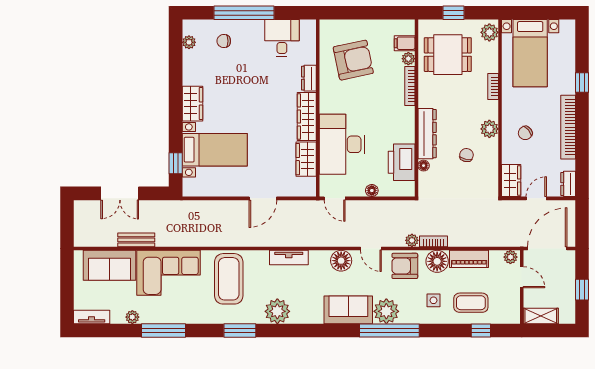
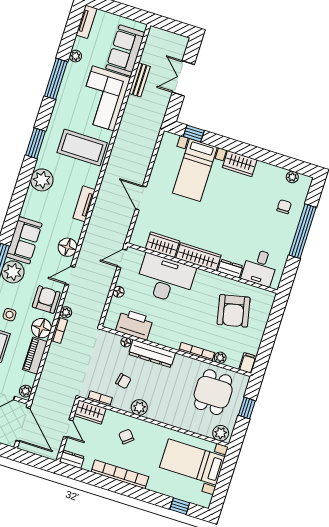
desk: (282, 38) -> (260, 267), moved, turned 90
filing cabinet: (405, 43) -> (248, 363), moved
window: (582, 82) -> (180, 506), moved
bookcase: (493, 87) -> (100, 399), moved

